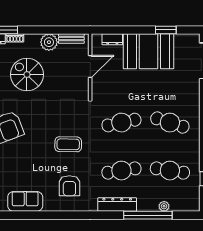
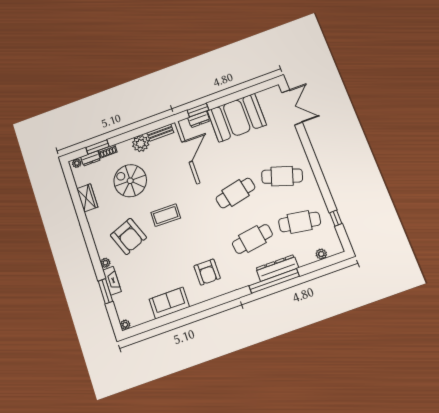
window: (166, 30) -> (198, 110), moved
coffee table: (68, 144) -> (166, 215), moved
dresser: (117, 205) -> (277, 268), moved
plant: (164, 206) -> (321, 254), moved
window: (148, 215) -> (274, 281), moved

